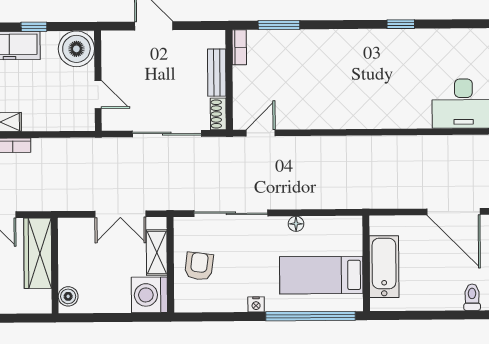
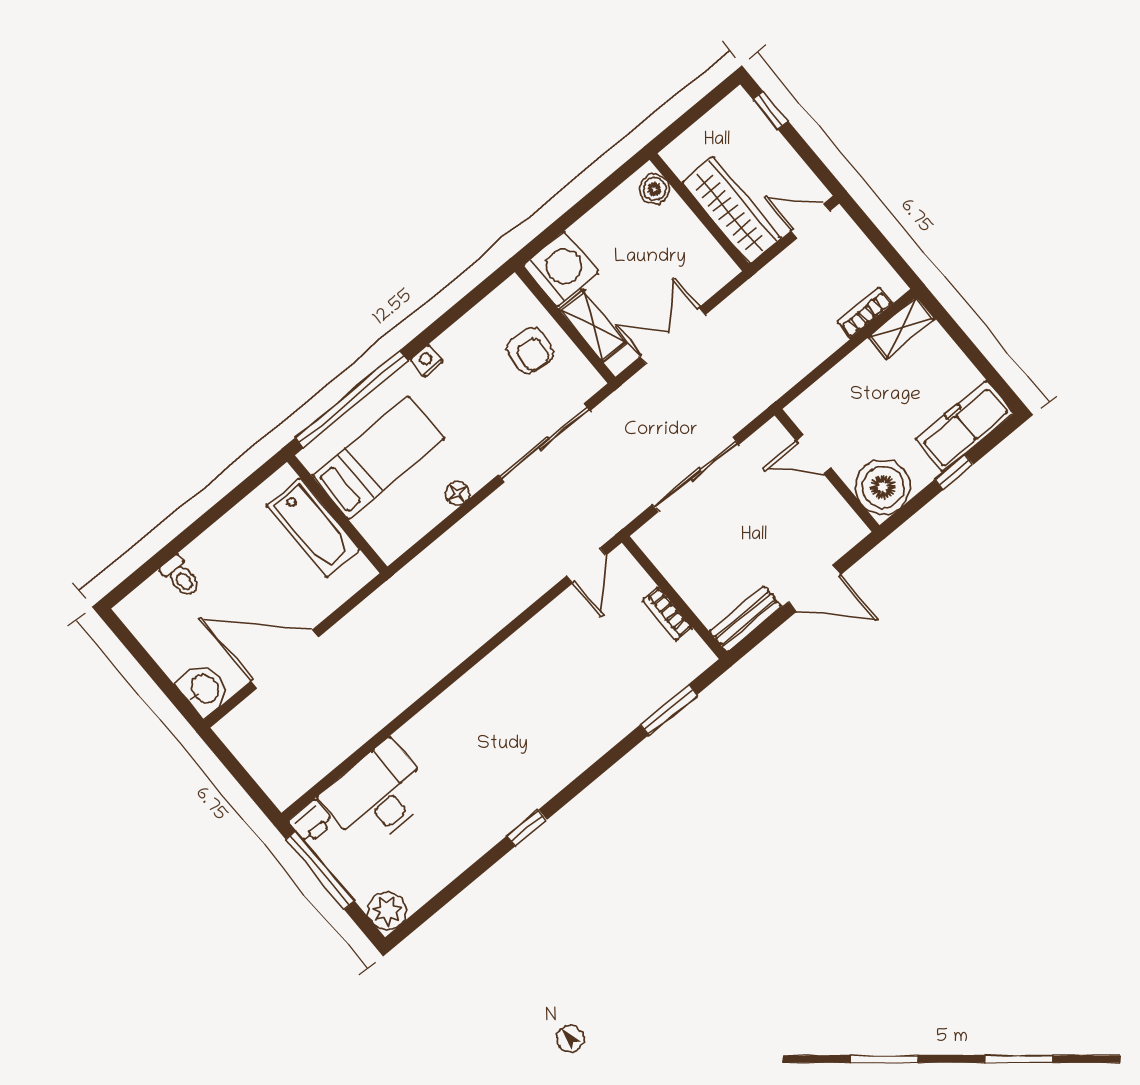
bookcase: (239, 47) -> (667, 614), moved
bench: (217, 73) -> (745, 619), moved, turned 90
shoe rack: (218, 114) -> (654, 547), removed

